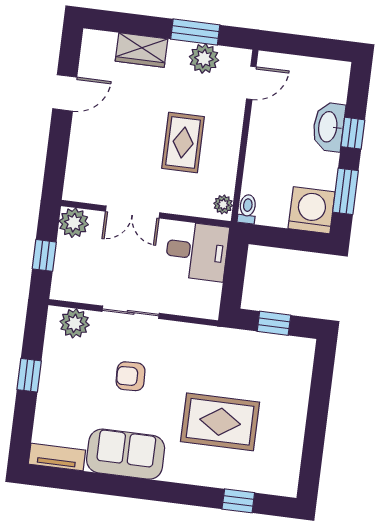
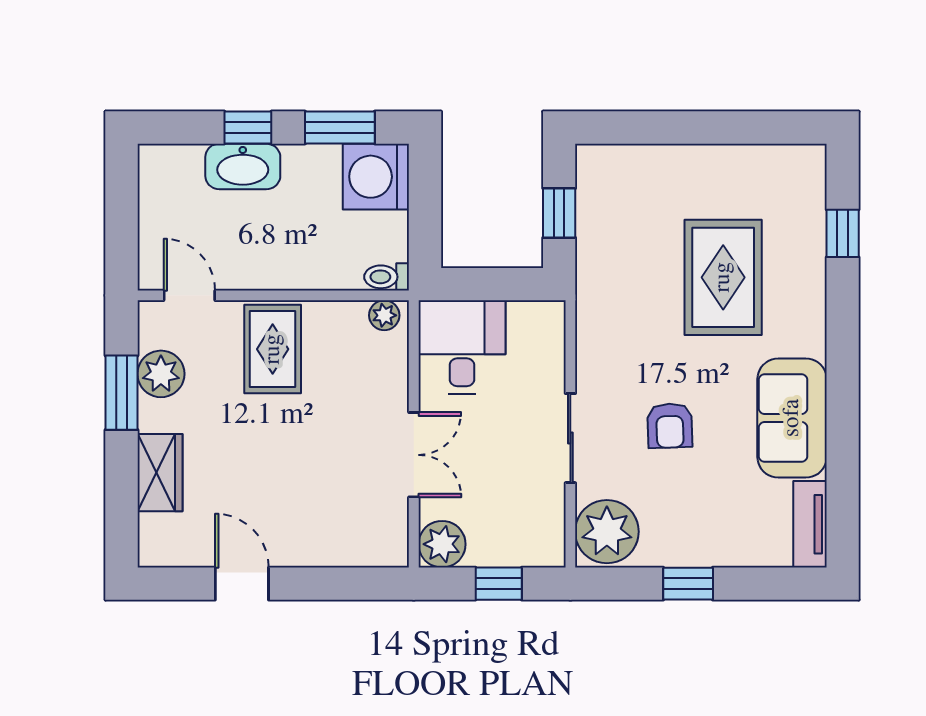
rug: (183, 143) -> (273, 349), moved, turned 90
plant: (75, 323) -> (607, 532), width x1.36, depth x1.36

